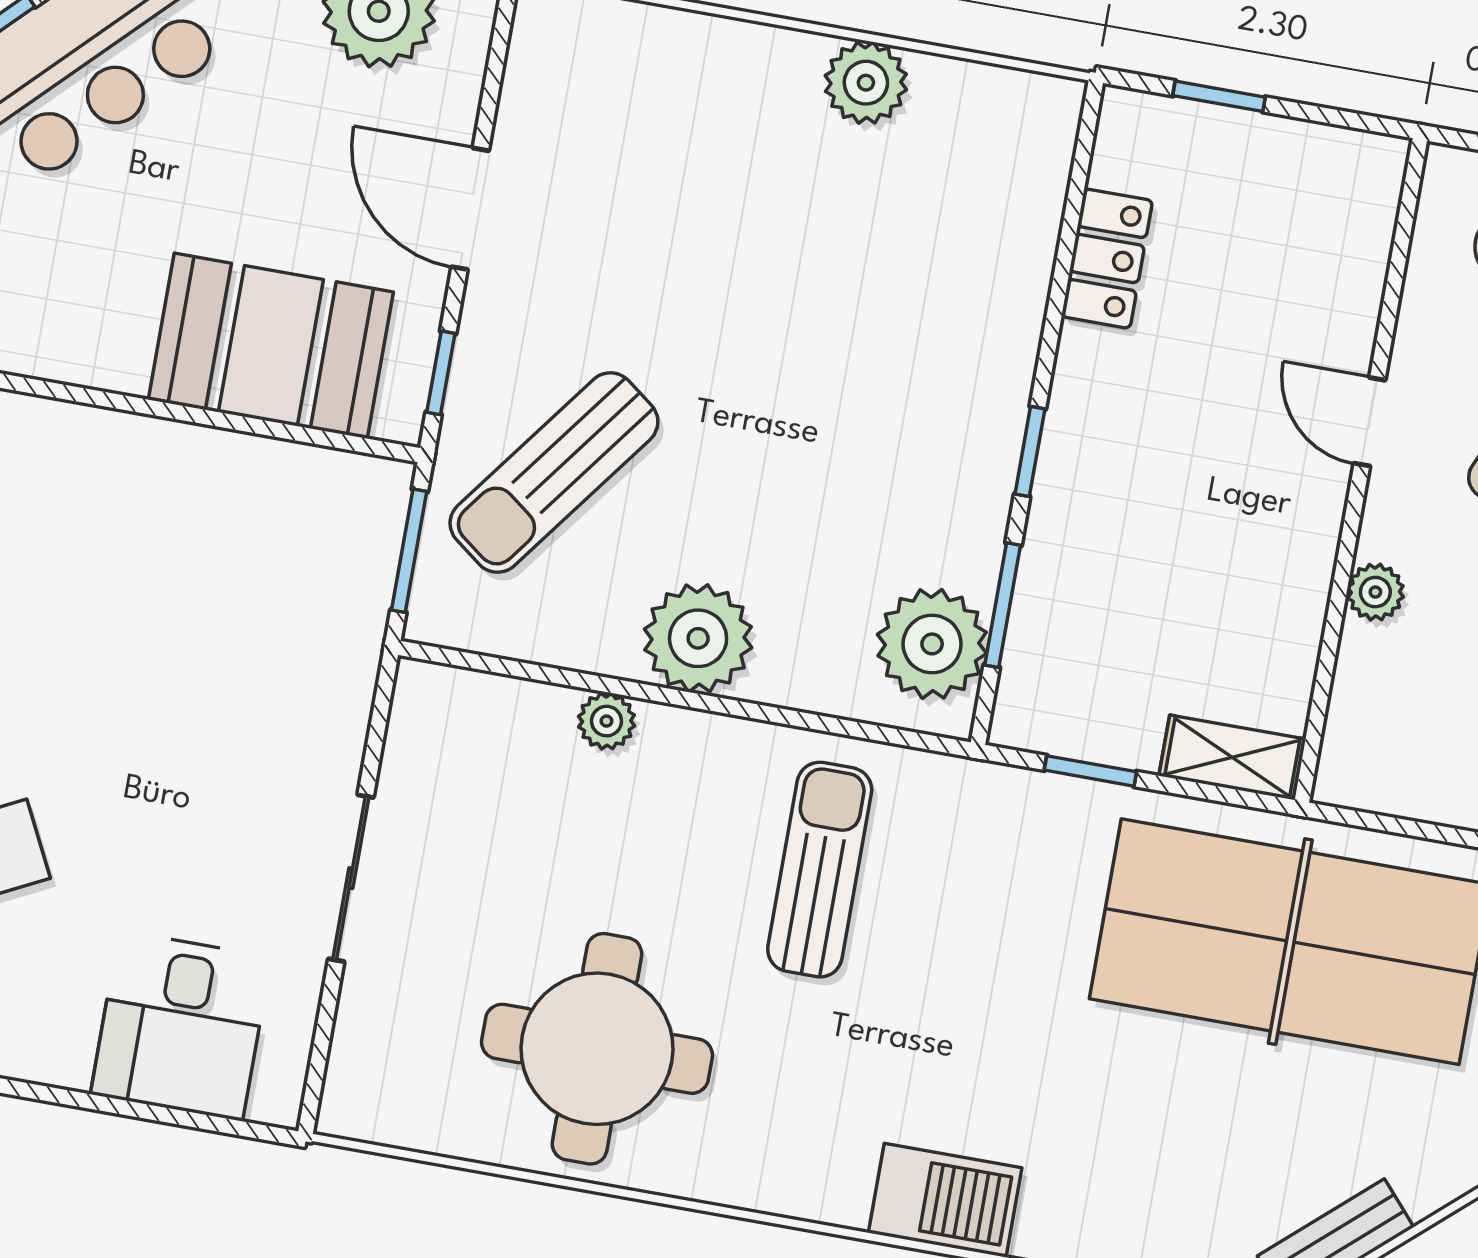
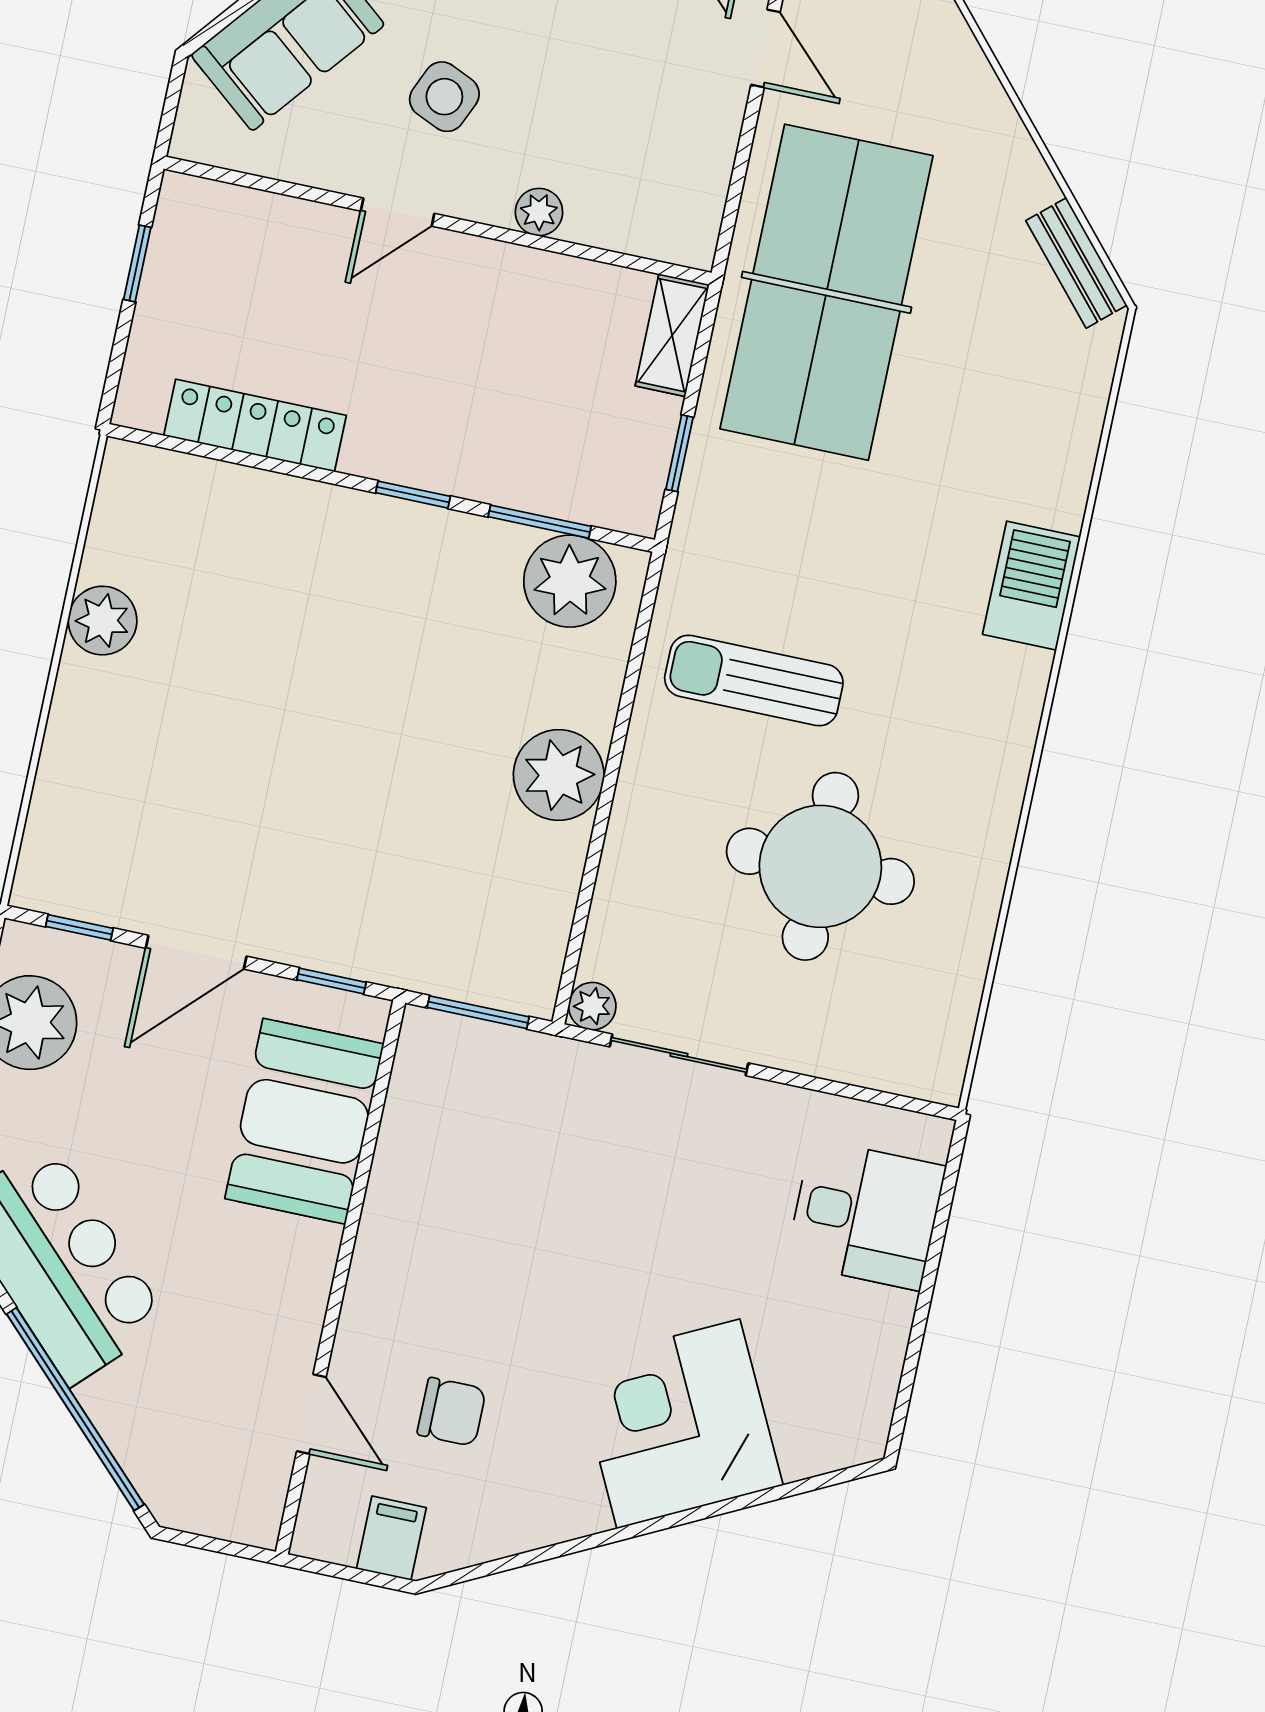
window: (495, 67) -> (79, 927), added
window: (1219, 96) -> (137, 263), moved
locker: (1107, 259) -> (255, 425), width x1.53
sun lounger: (554, 473) -> (417, 890), removed
plant: (607, 721) -> (592, 1006), moved
sliding door: (351, 878) -> (679, 1055), moved
round table: (597, 1049) -> (820, 866), moved

